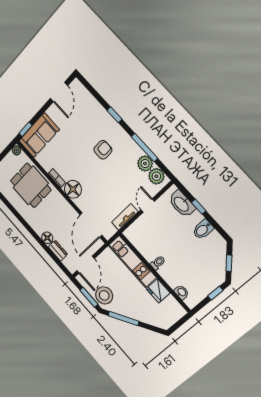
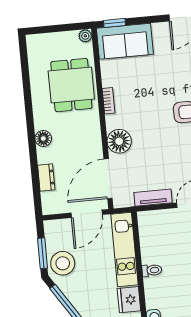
floor lamp: (73, 189) -> (119, 141), moved
floor lamp: (47, 238) -> (43, 138), moved
door: (86, 265) -> (87, 214), moved

